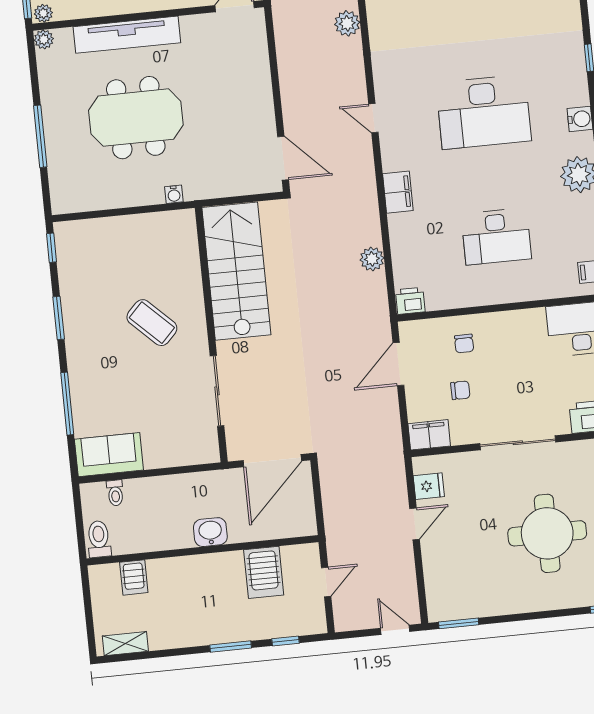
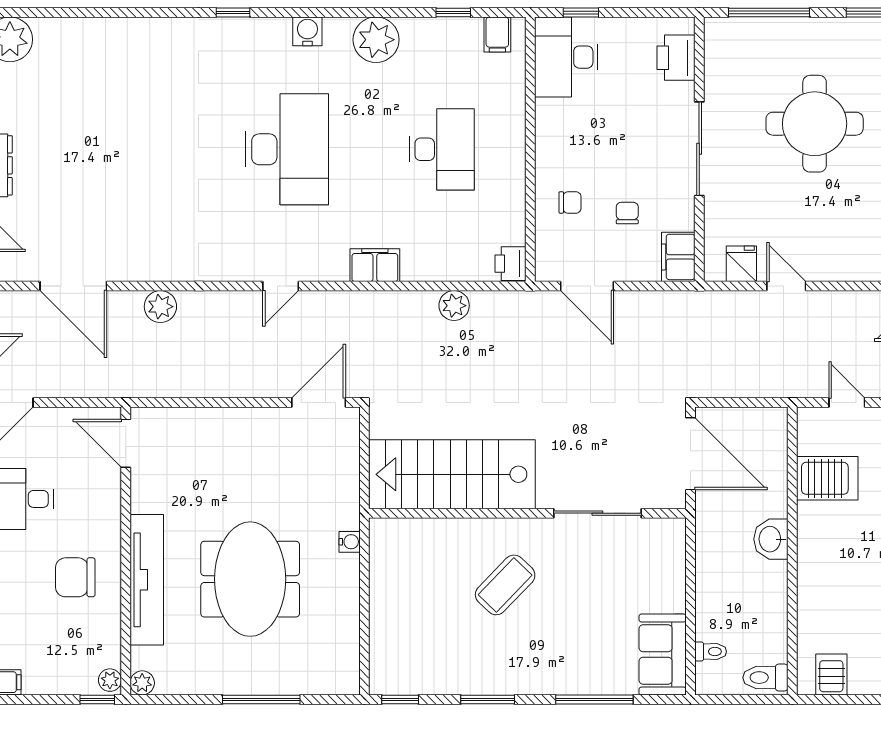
server rack: (134, 577) -> (831, 675), moved, turned -90

